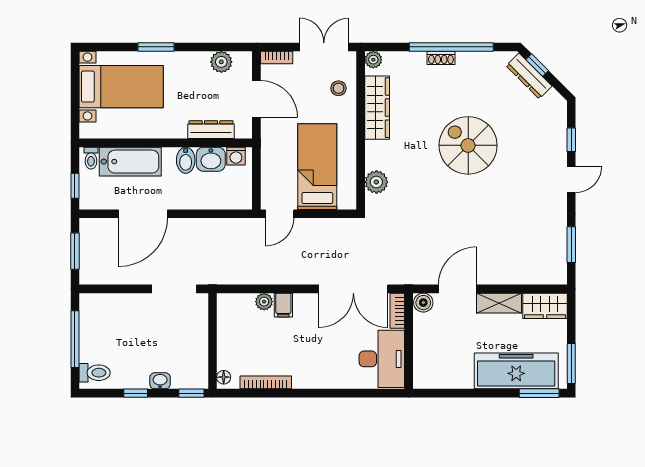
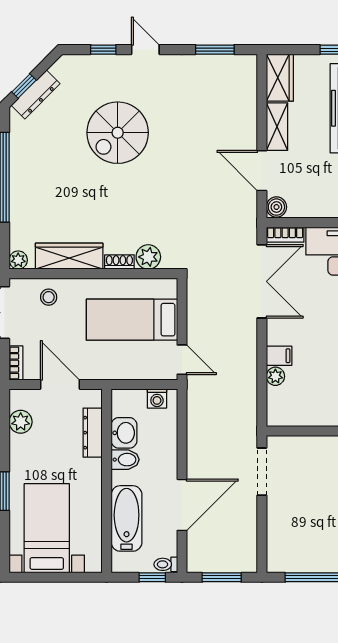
shoe rack: (441, 58) -> (119, 262), moved, turned -90
door: (256, 99) -> (60, 384), hinge flipped
spiral stairs: (468, 145) -> (118, 133), moved
washing machine: (236, 156) -> (157, 398), moved, turned 90
toilet: (91, 158) -> (166, 564), moved, turned 180
door: (143, 214) -> (182, 505), hinge flipped

